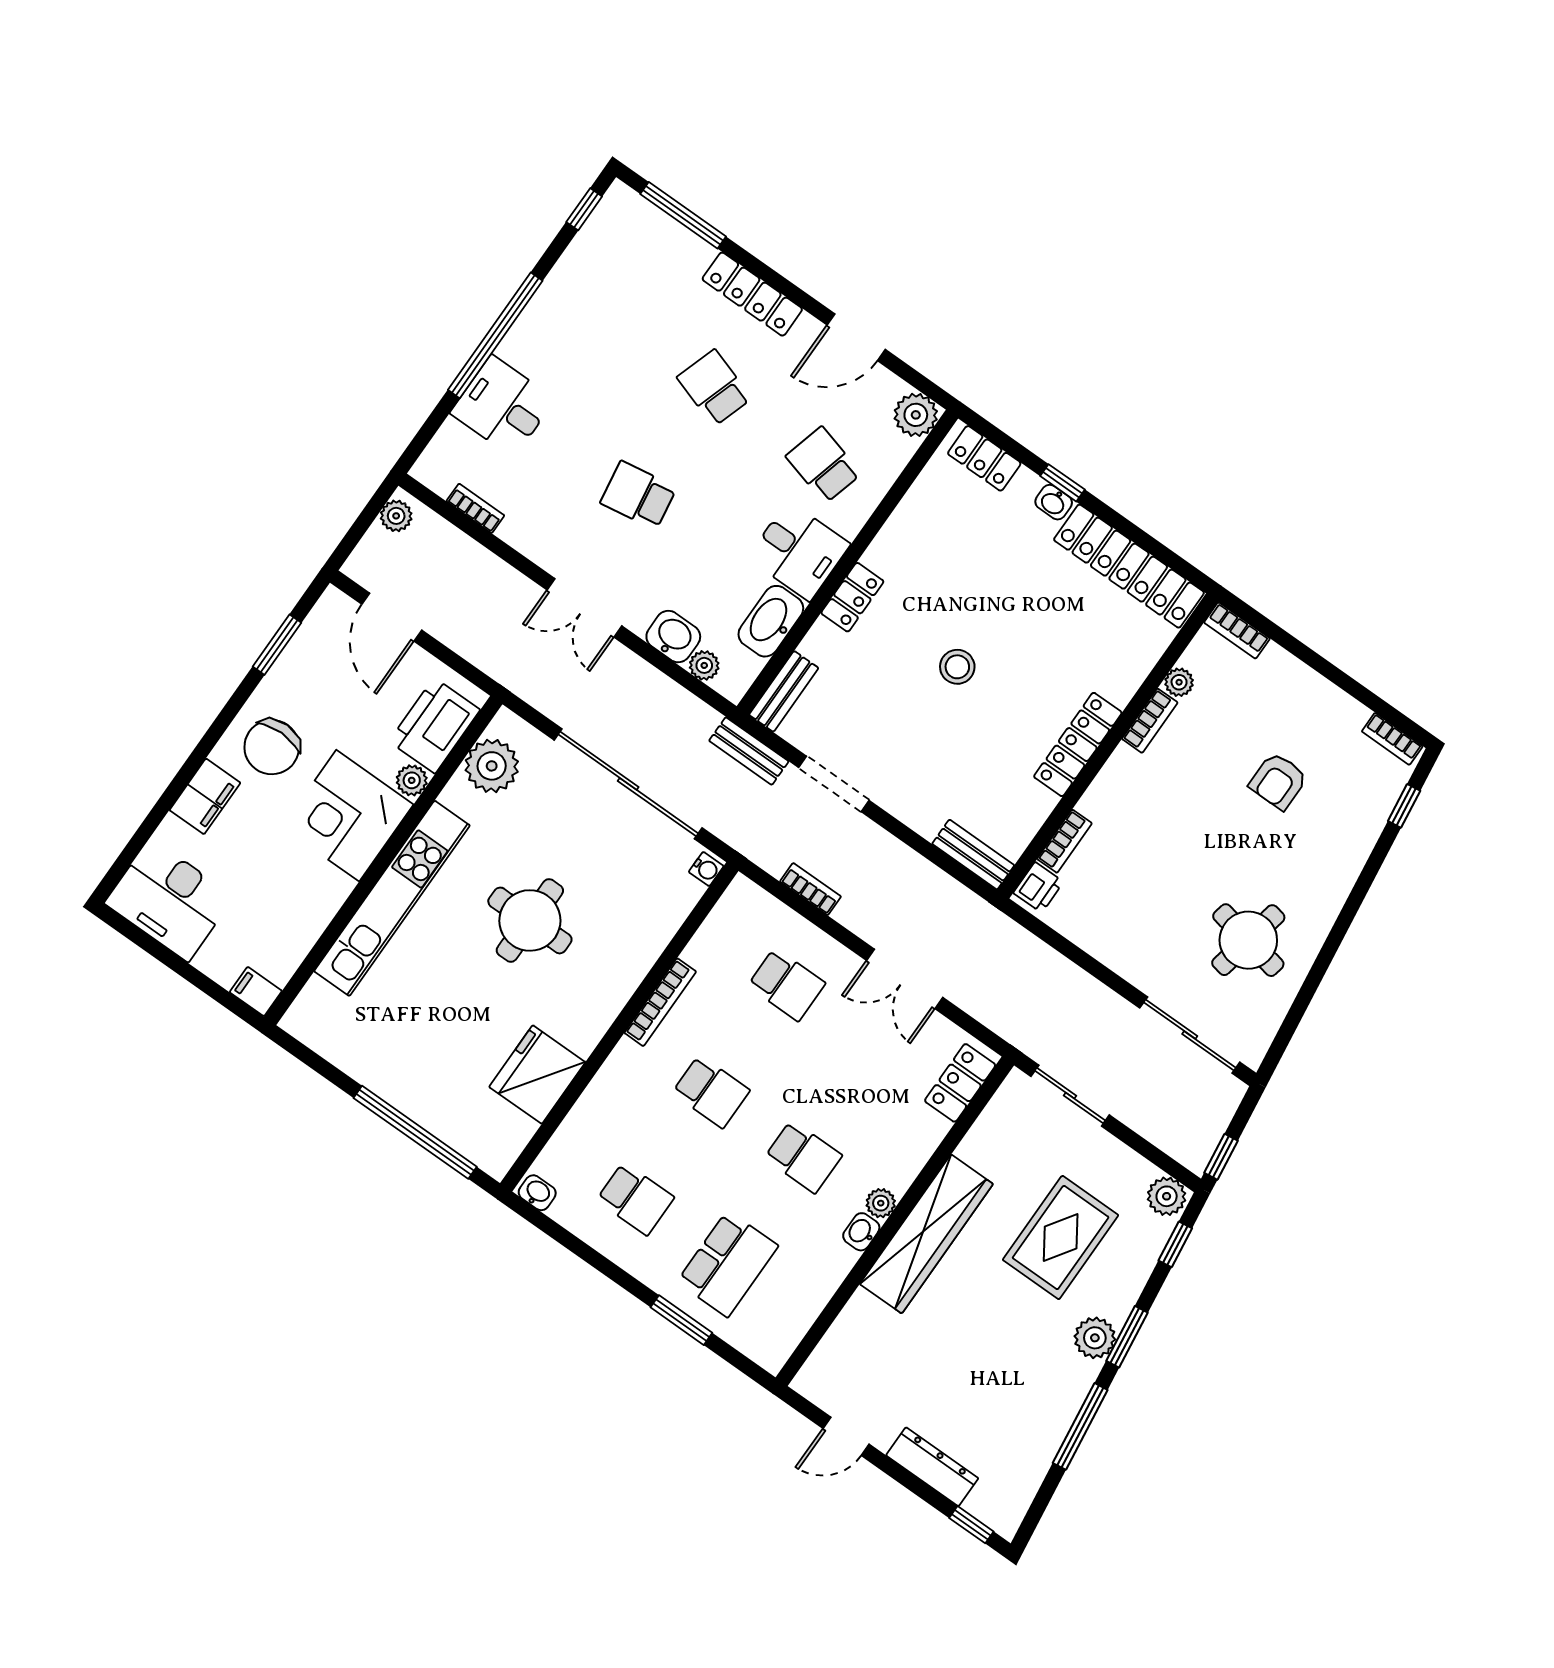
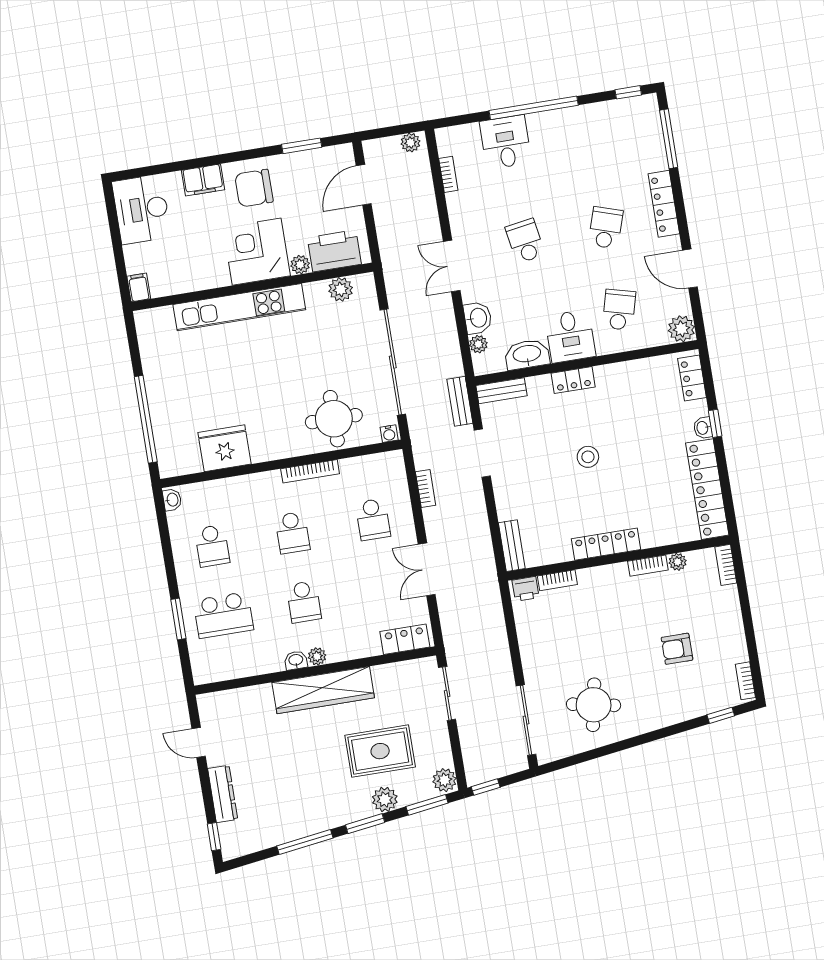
plant: (492, 766) -> (341, 289), width x0.73, depth x0.73
round table: (530, 920) -> (334, 419), moved
window: (1175, 1244) -> (427, 805), width x1.50
plant: (1095, 1338) -> (385, 799), moved

